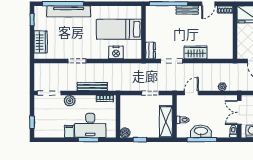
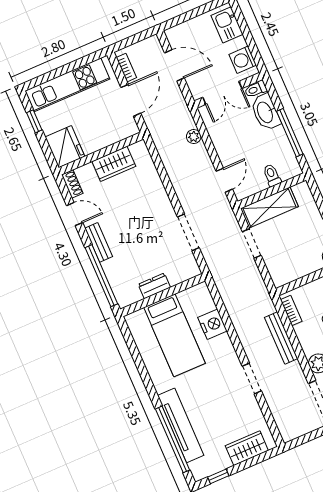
dresser: (150, 50) -> (154, 286), moved
wardrobe: (196, 52) -> (114, 164), moved, turned -90
door: (191, 93) -> (224, 180), swing flipped
shelving: (166, 122) -> (269, 207), moved
washbasin: (201, 131) -> (265, 112), moved

